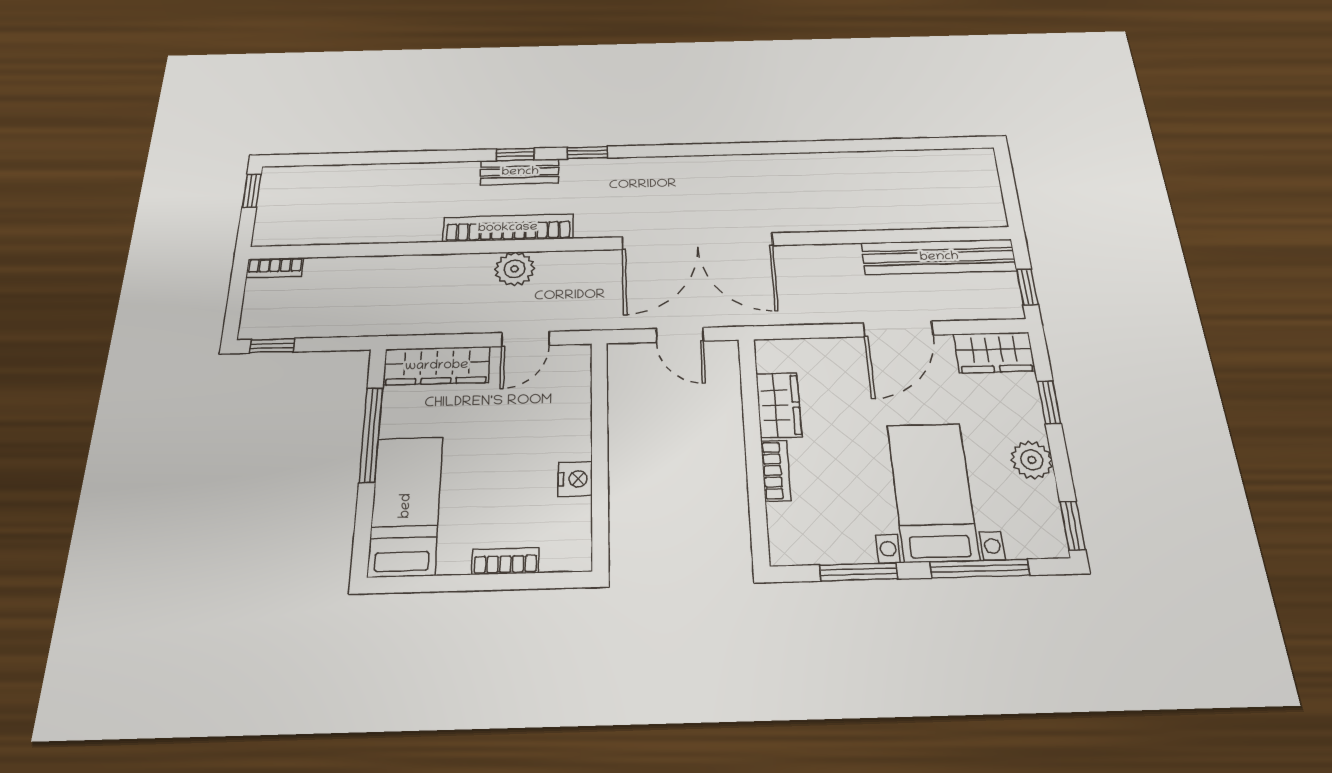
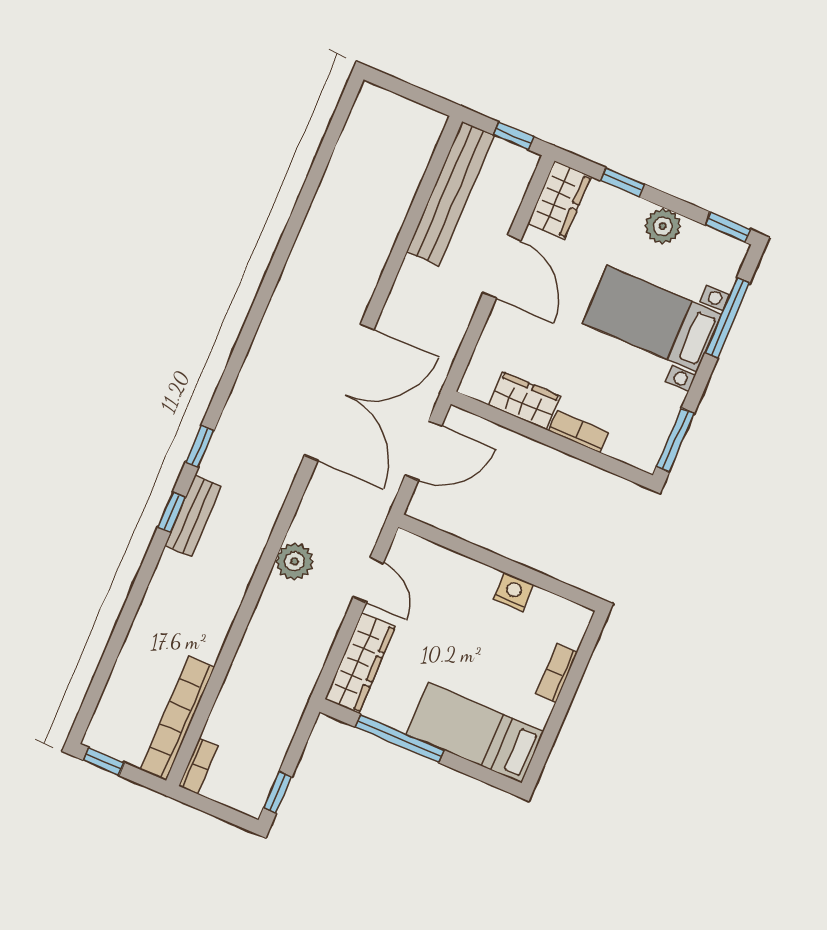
bookcase: (508, 228) -> (178, 718), moved
door: (680, 335) -> (423, 451), width x1.37
window: (858, 572) -> (675, 440), moved

